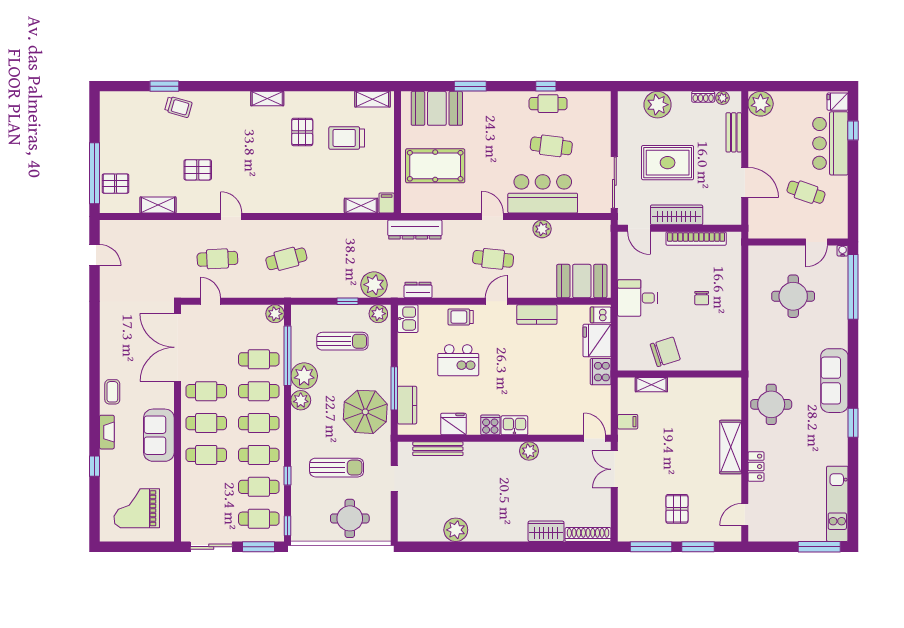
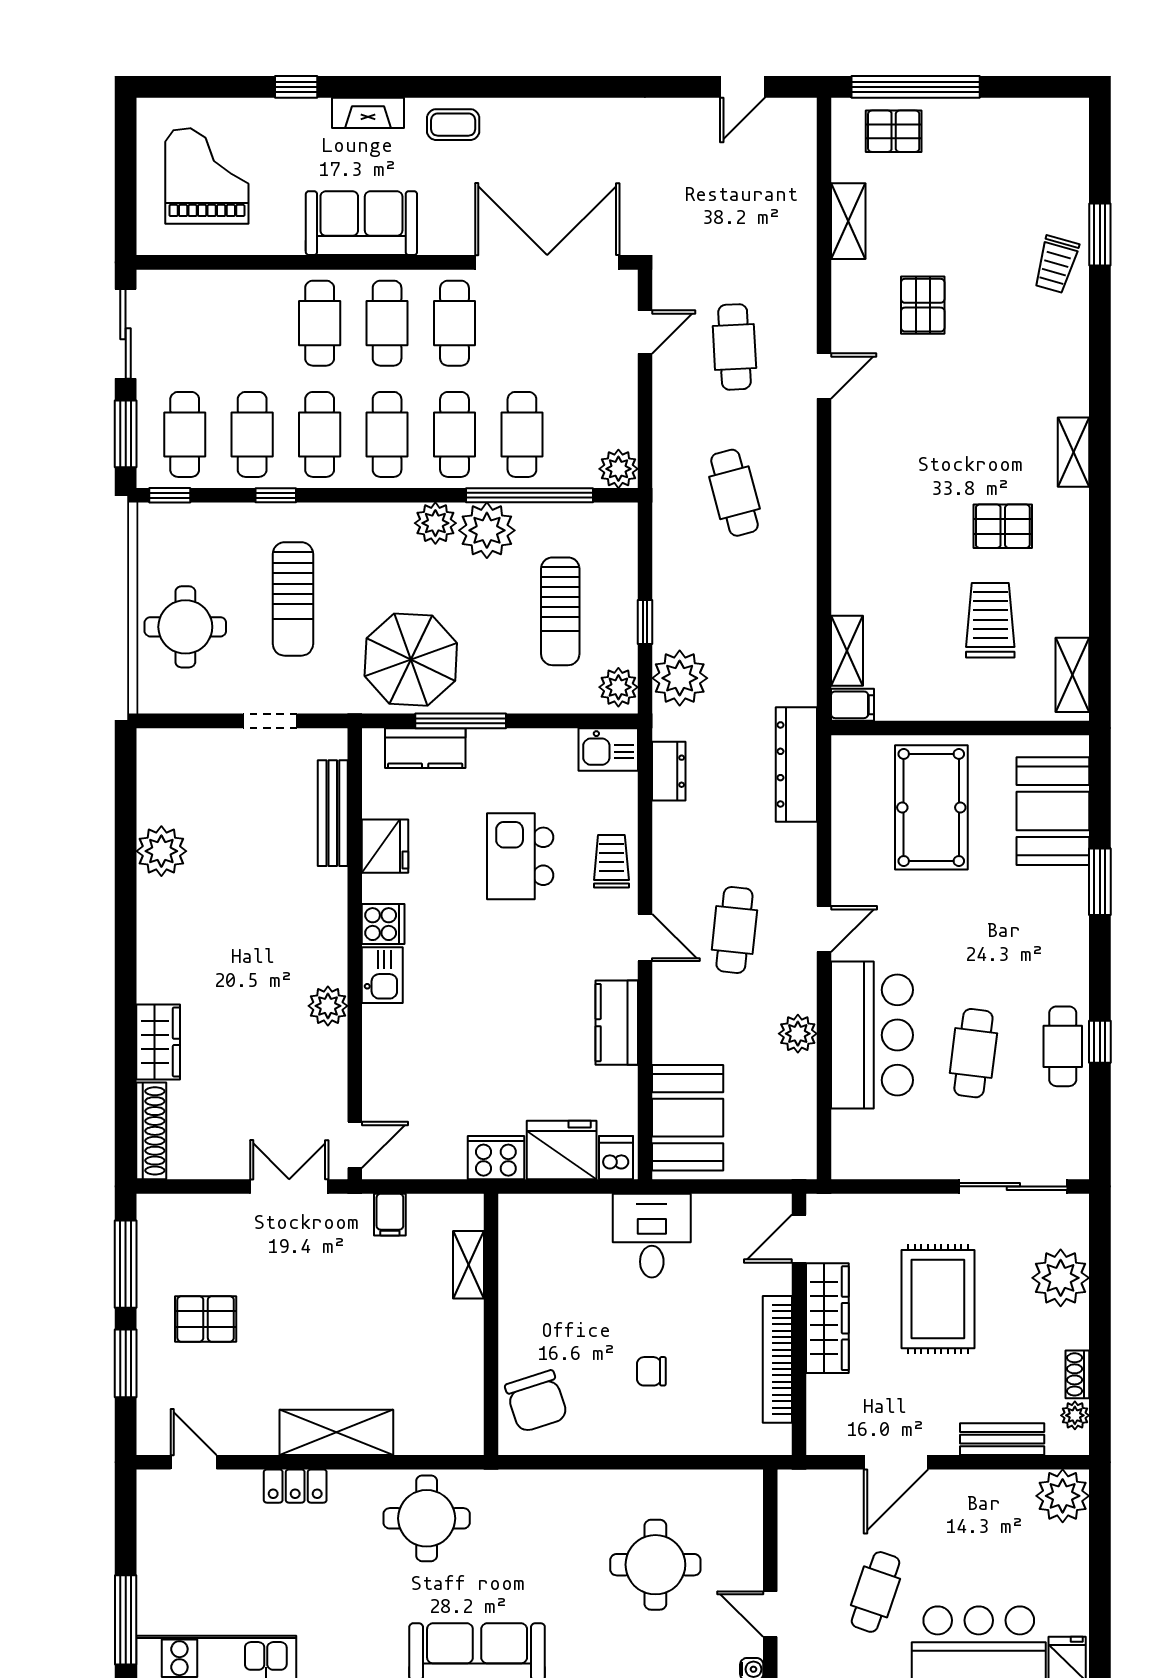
sliding door: (614, 182) -> (1013, 1186), moved
pallet: (115, 184) -> (894, 131), turned 90
chair: (665, 352) -> (536, 1401), moved

